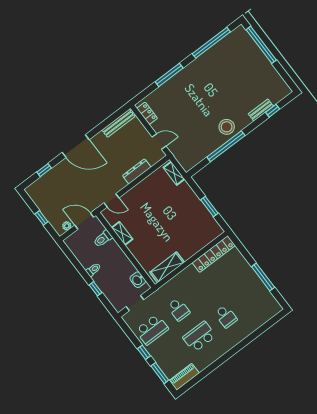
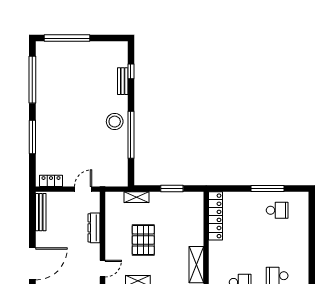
shelving: (174, 173) -> (137, 197), moved
pallet: (155, 214) -> (143, 240), added
school desk: (226, 316) -> (277, 210), moved

